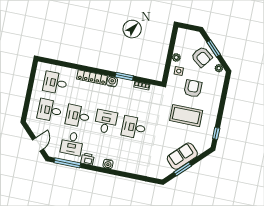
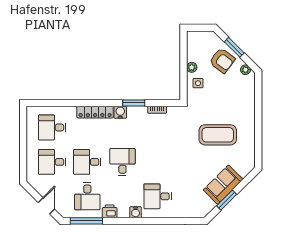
armchair: (193, 88) -> (219, 101), removed
desk: (134, 127) -> (158, 196), moved
window: (216, 133) -> (258, 149), removed

